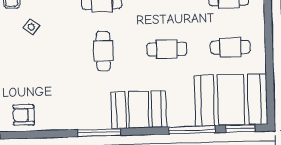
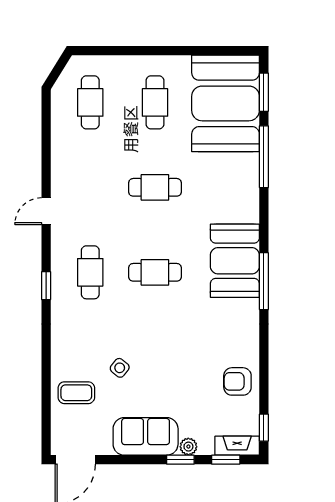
cafe table: (167, 49) -> (155, 187), turned 90
booth: (139, 110) -> (235, 261), moved
armchair: (24, 115) -> (237, 381), turned 90

